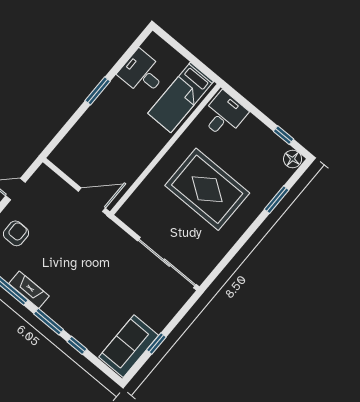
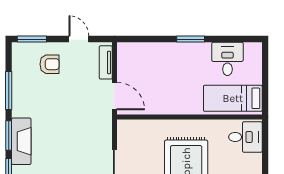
tv unit: (56, 183) -> (106, 62), added
fireplace: (29, 290) -> (21, 141), moved, width x1.37, depth x1.32

